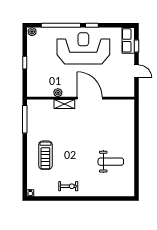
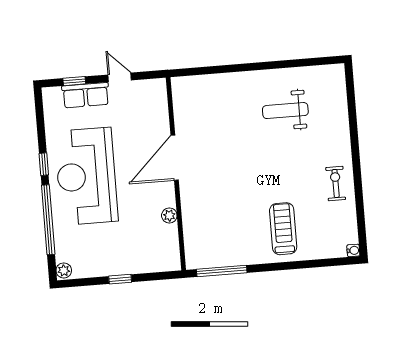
row of seats: (128, 40) -> (86, 95), moved
door: (137, 71) -> (120, 77), hinge flipped
shelving: (64, 104) -> (189, 202), removed
treadmill: (45, 155) -> (283, 229), turned -90
weight bench: (111, 162) -> (285, 111), turned -90

